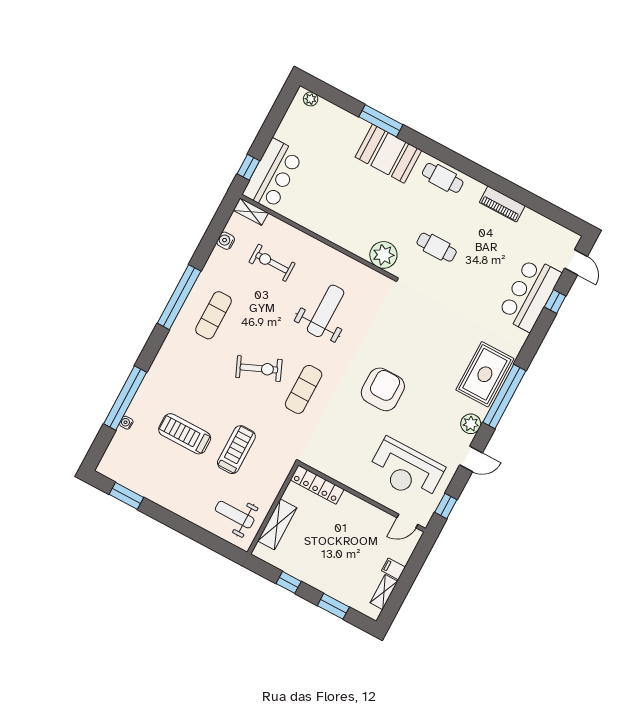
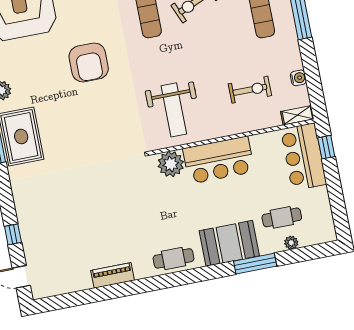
plant: (311, 99) -> (291, 243), moved
cafe table: (437, 247) -> (282, 217), moved
bar counter: (530, 294) -> (219, 160), moved, turned 90
weight bench: (326, 311) -> (174, 110), moved

